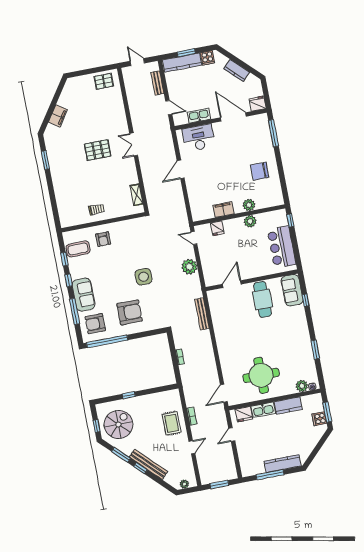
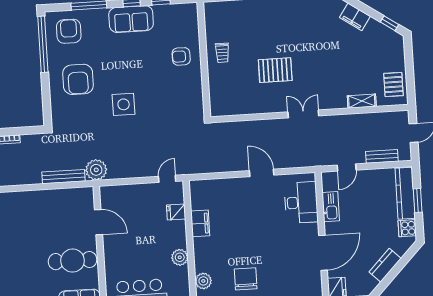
window: (59, 90) -> (390, 23), added
pallet: (98, 150) -> (275, 70), moved, turned 90
shelving: (136, 195) -> (362, 101), moved
plant: (249, 205) -> (203, 281), moved
coffee table: (78, 249) -> (172, 21), removed
plant: (189, 267) -> (96, 170), moved
sofa: (83, 295) -> (131, 19), moved

